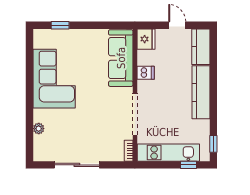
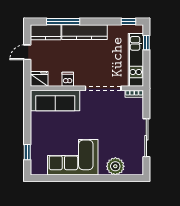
window: (213, 67) -> (63, 21), added
plant: (39, 129) -> (115, 166), width x1.88, depth x1.88

